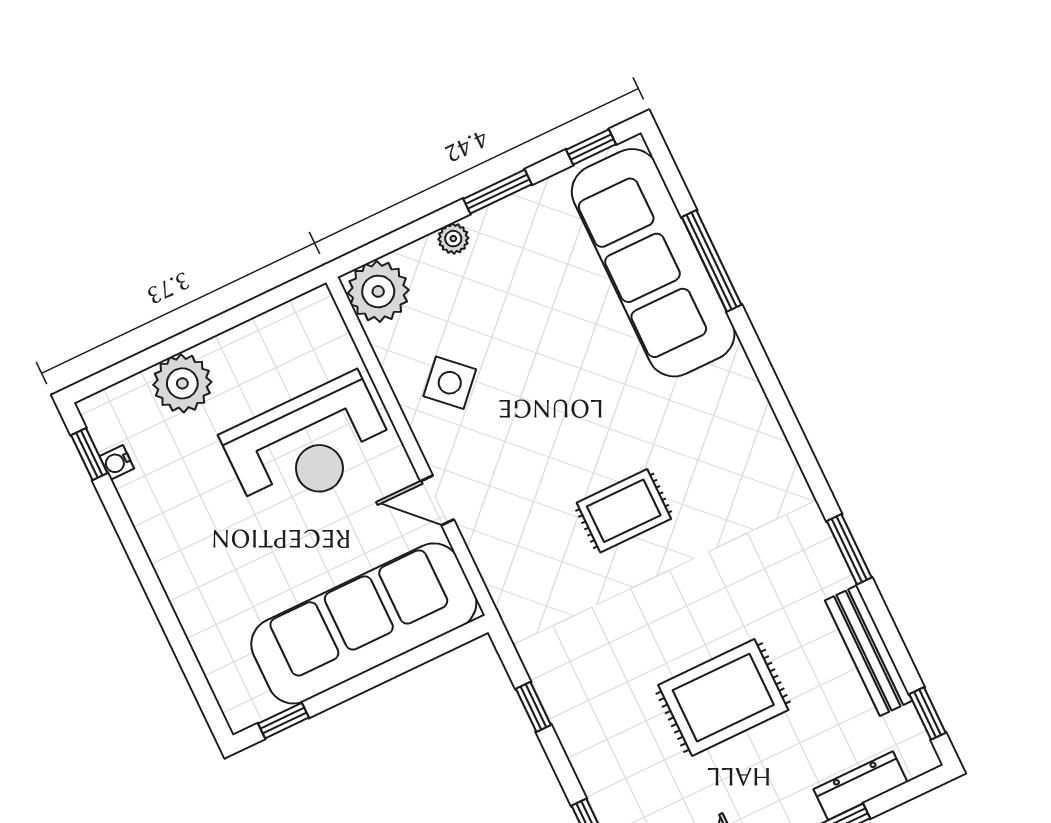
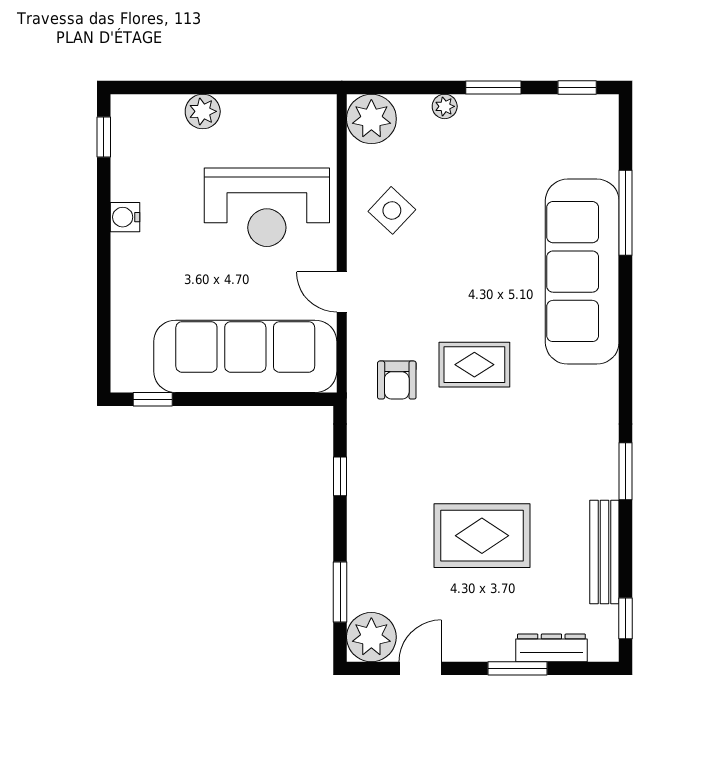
sofa: (653, 263) -> (582, 272), moved
plant: (182, 383) -> (203, 111), width x0.73, depth x0.73
water cooler: (117, 462) -> (125, 217), moved, width x1.38, depth x1.38
armchair: (545, 569) -> (397, 380), added

